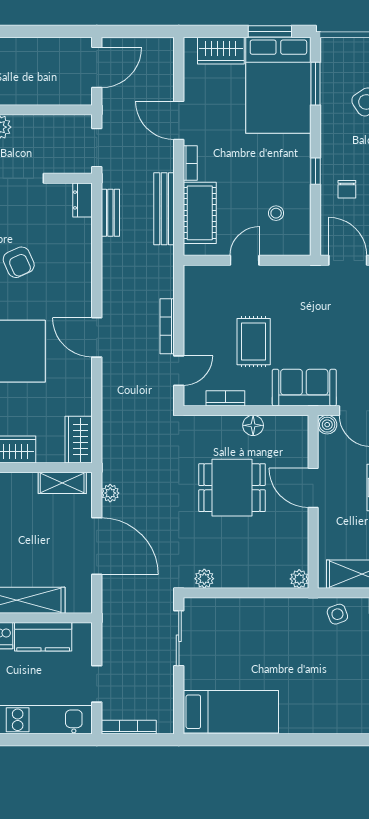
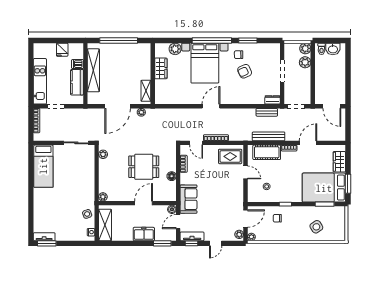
rug: (254, 342) -> (230, 156), moved
wardrobe: (79, 440) -> (165, 98), removed
dining table: (232, 488) -> (144, 167), turned 90

